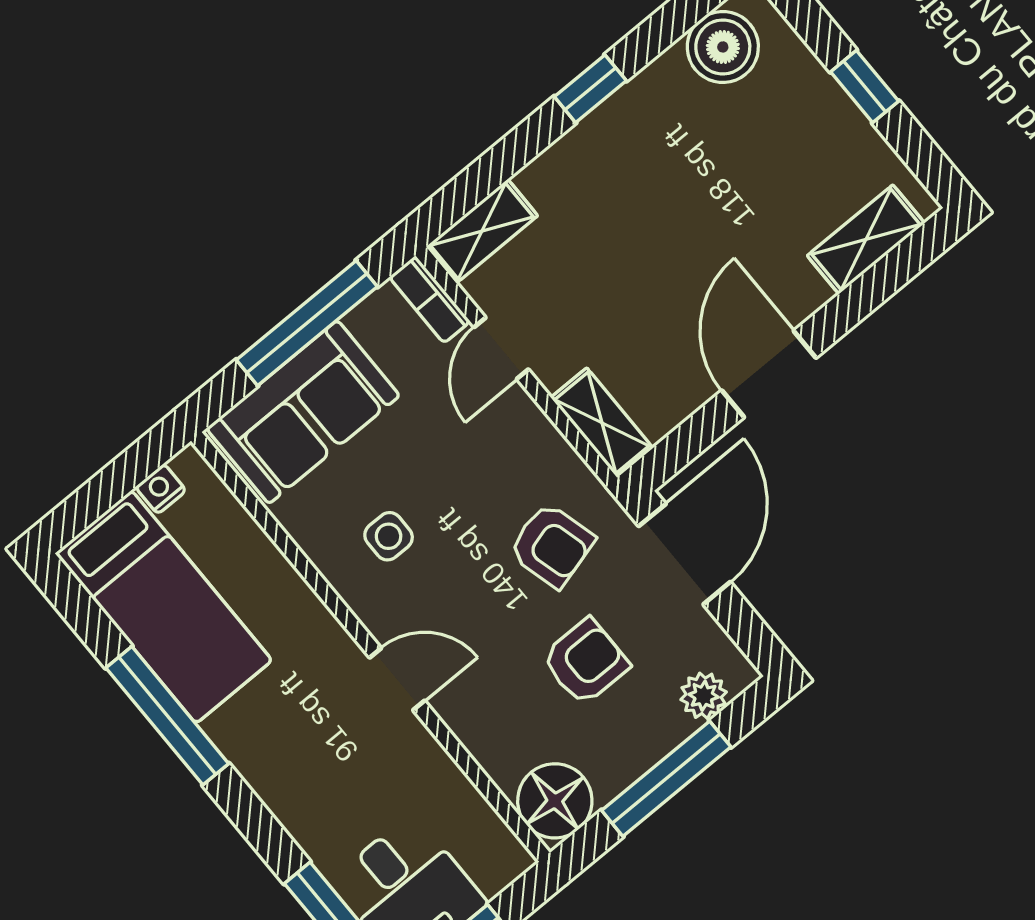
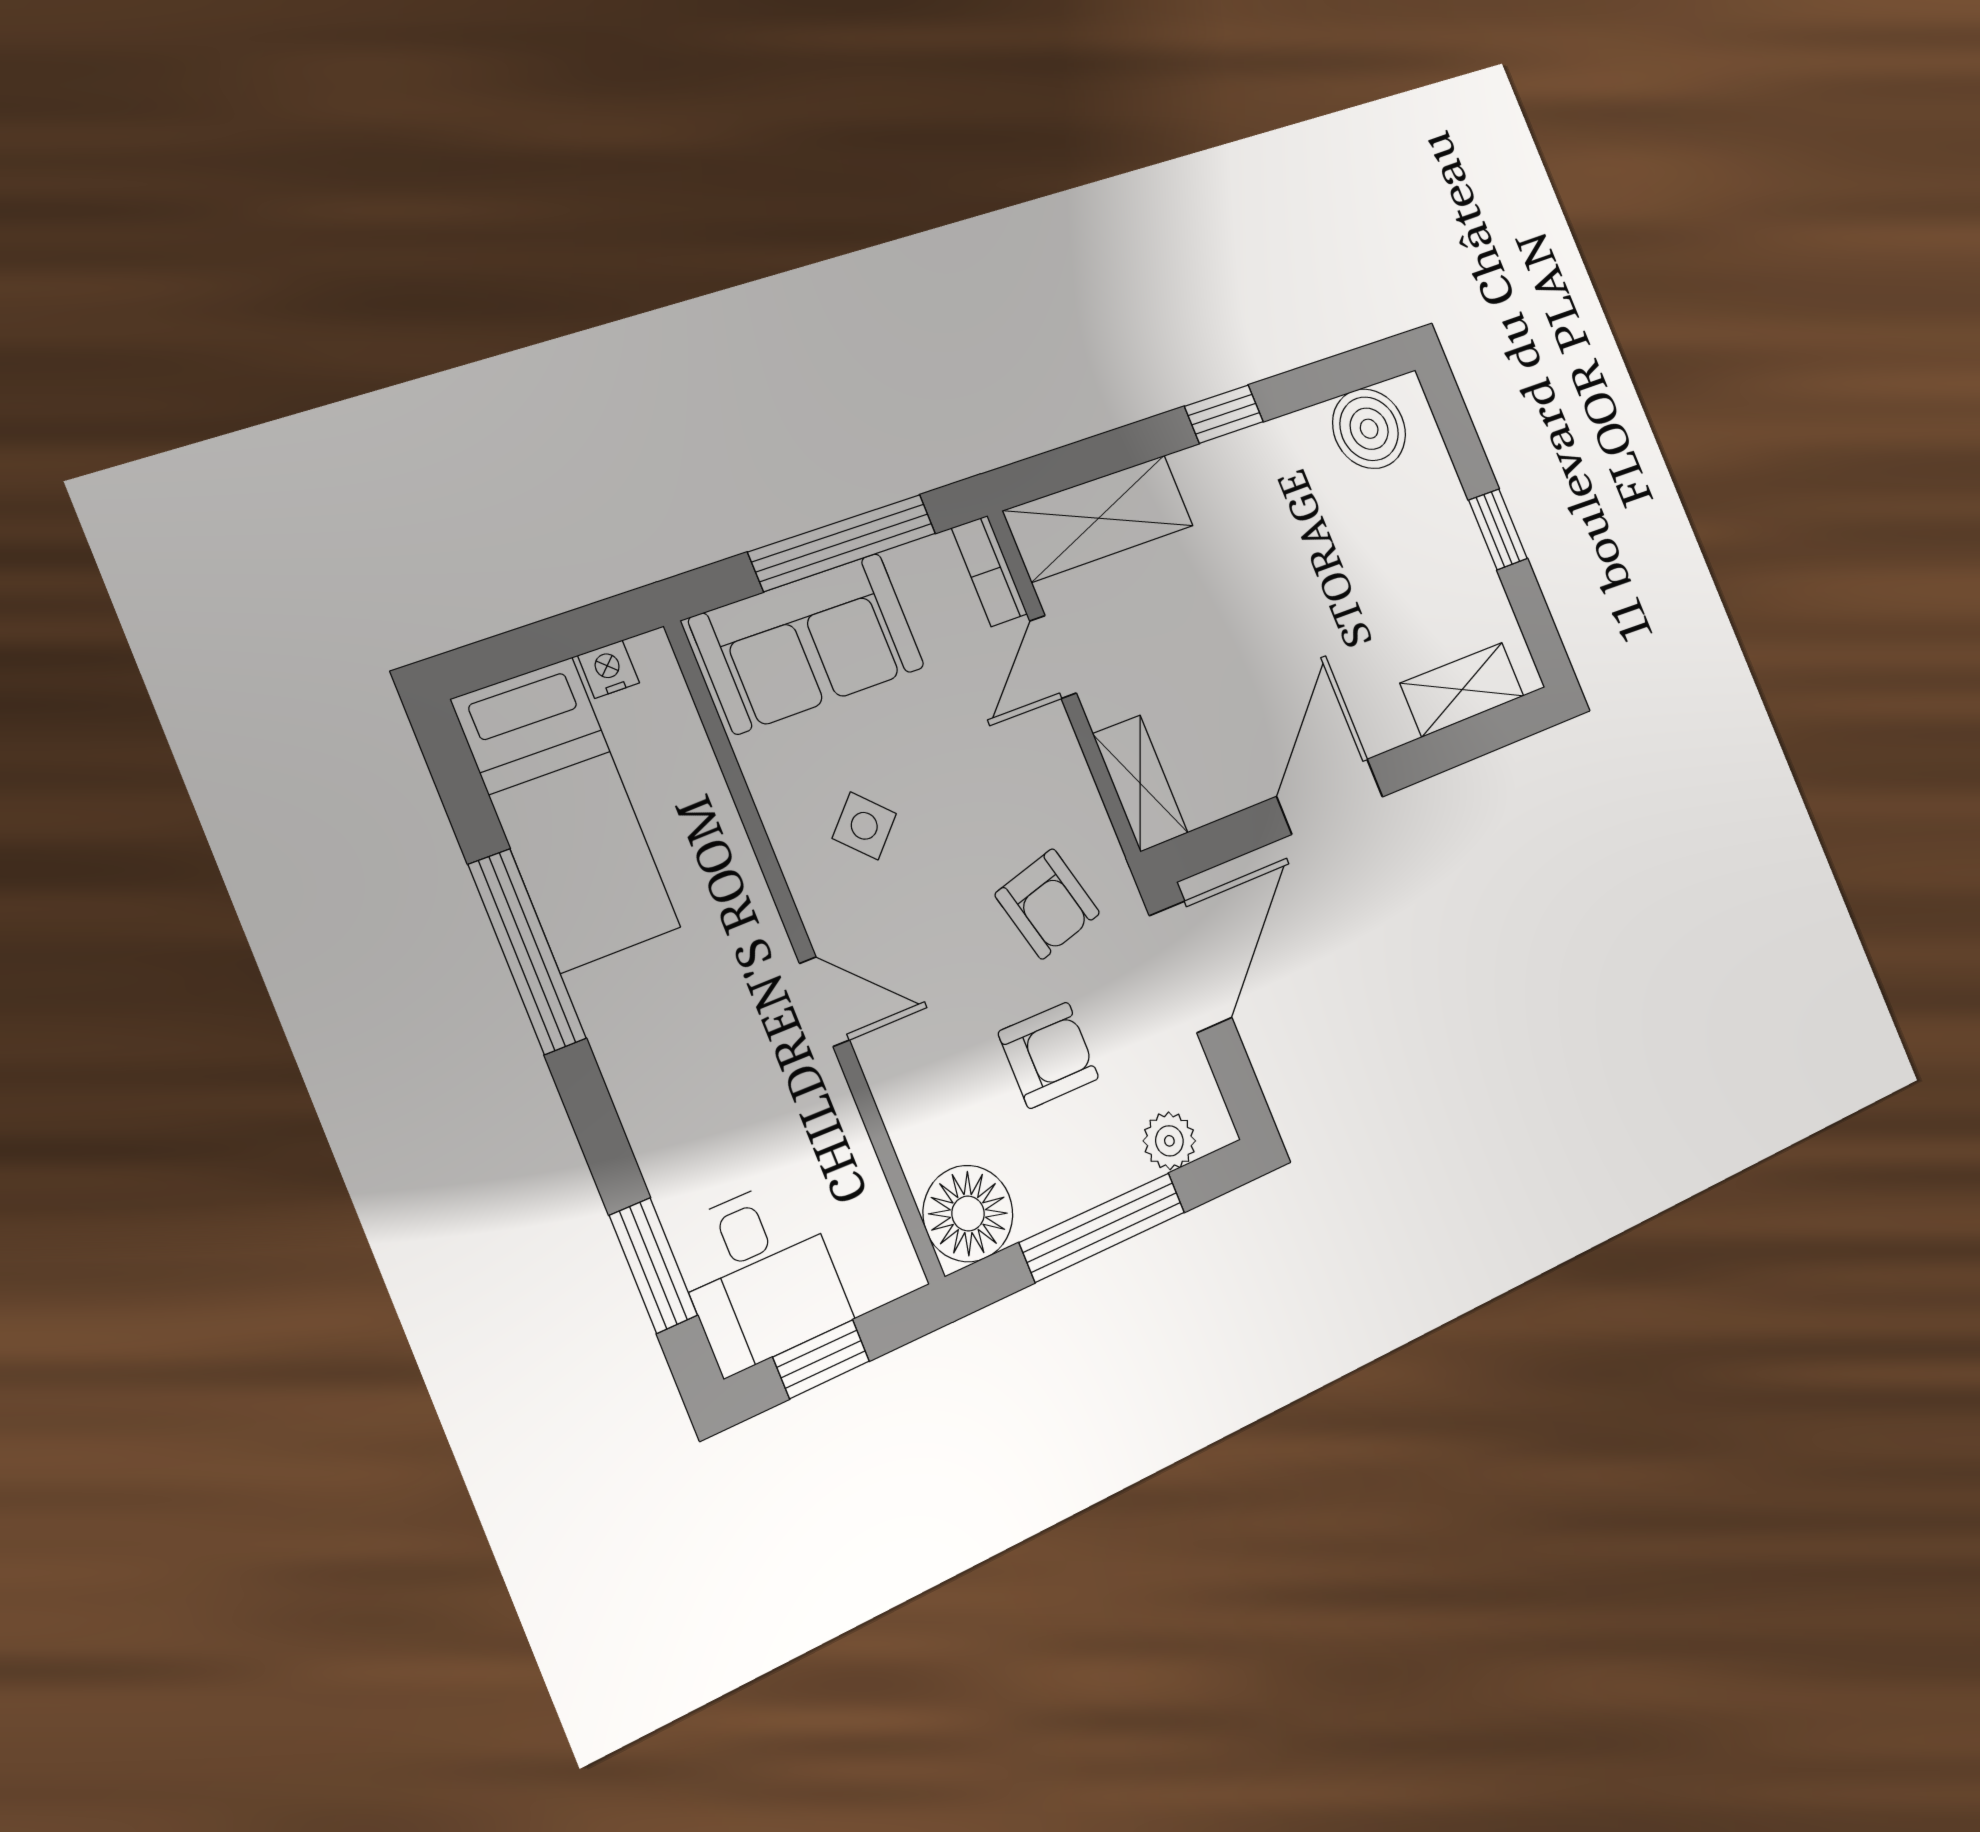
shelving: (482, 231) -> (1099, 518), width x1.50, depth x1.33
side table: (389, 536) -> (864, 826), turned 45

